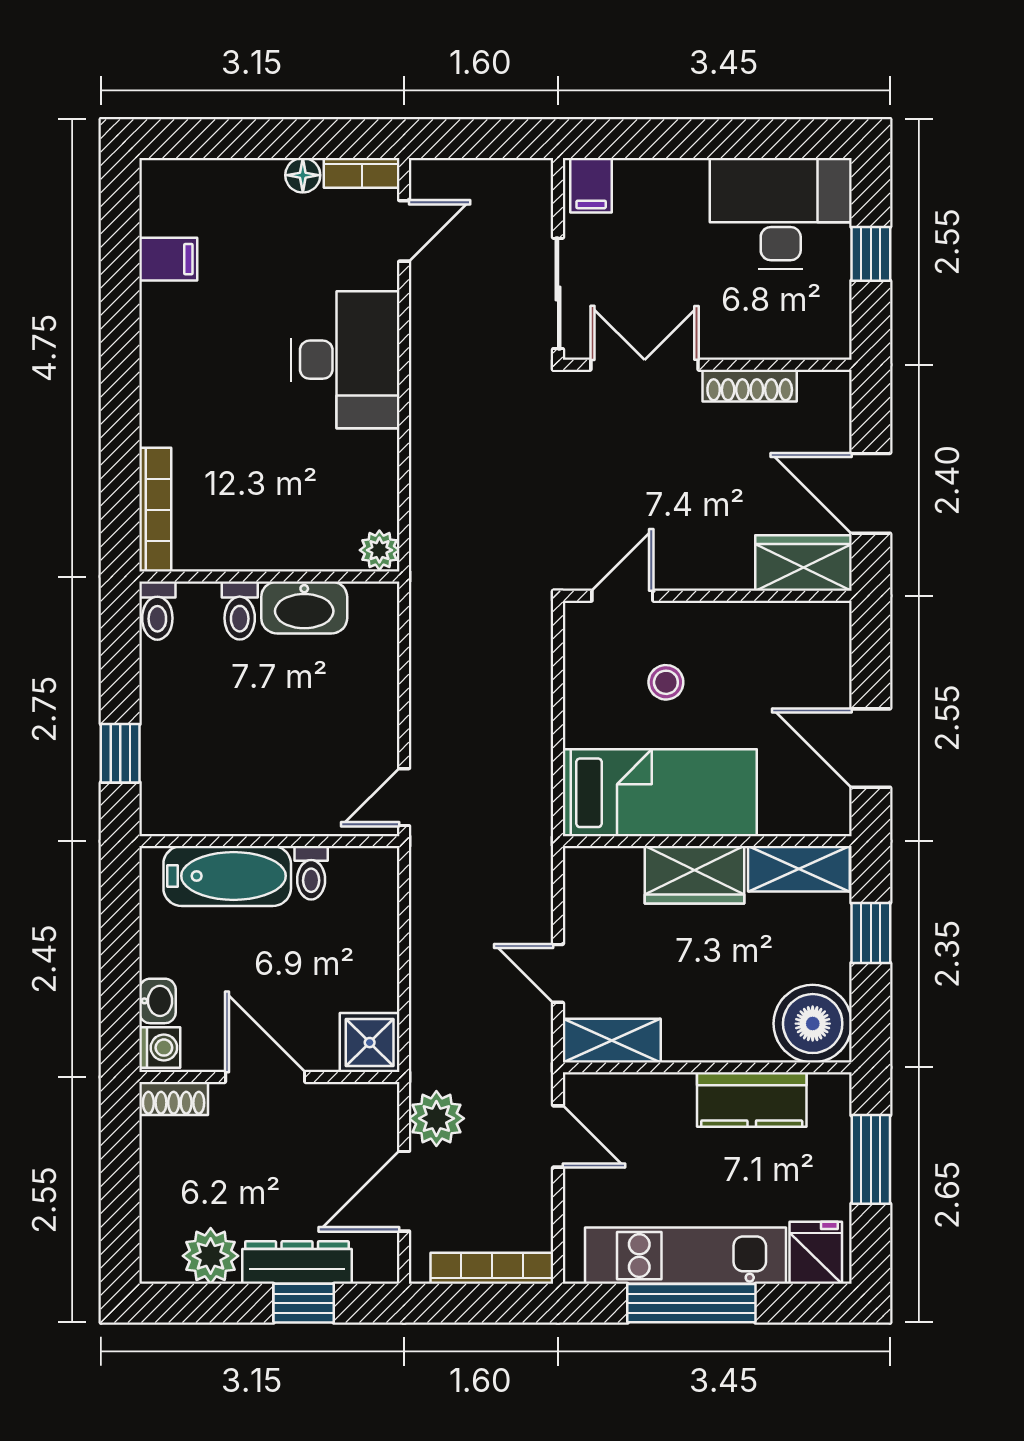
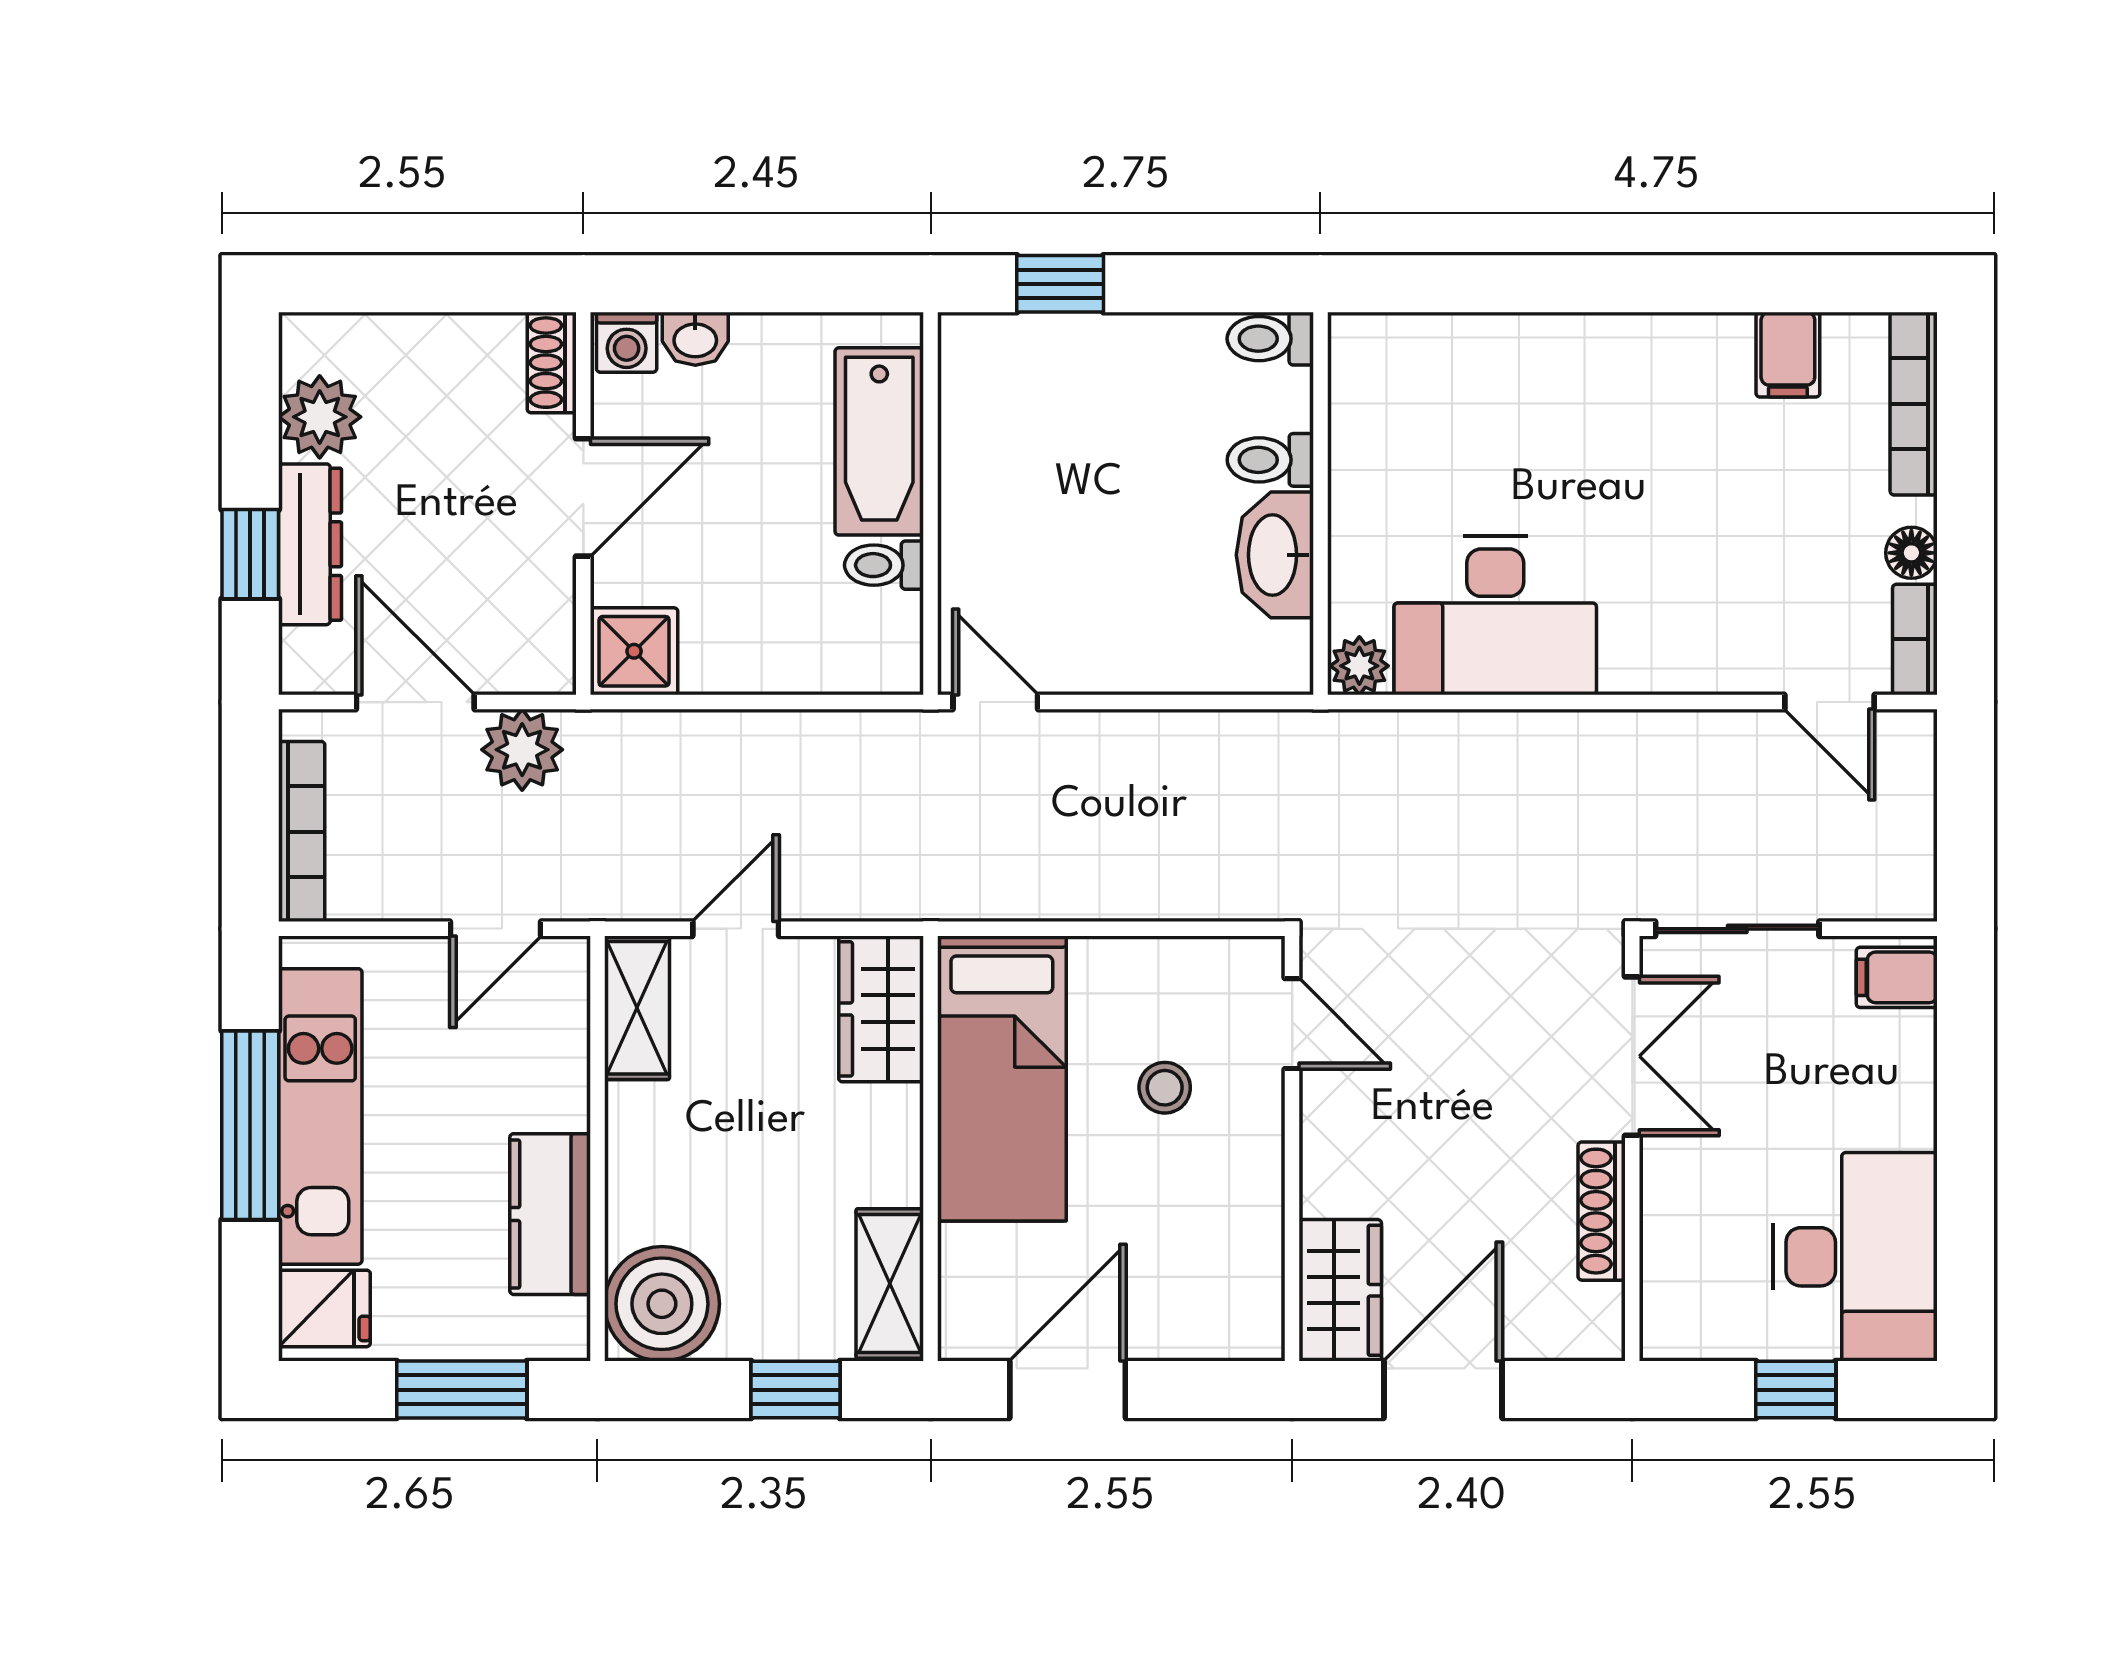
desk: (345, 360) -> (1495, 616), moved
bookcase: (155, 510) -> (1914, 404), moved, turned 90
wardrobe: (695, 875) -> (881, 1009), moved

